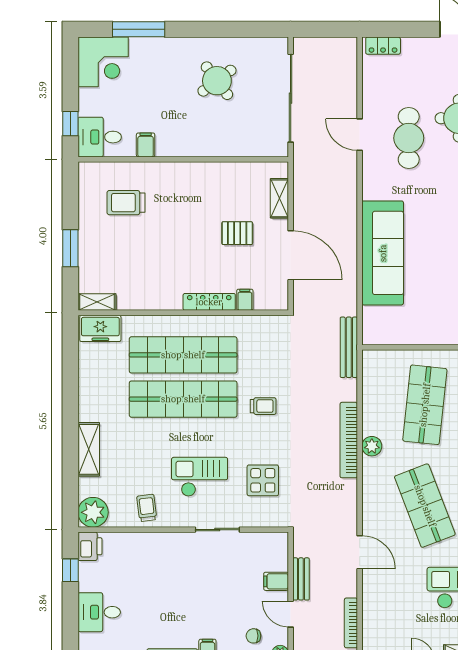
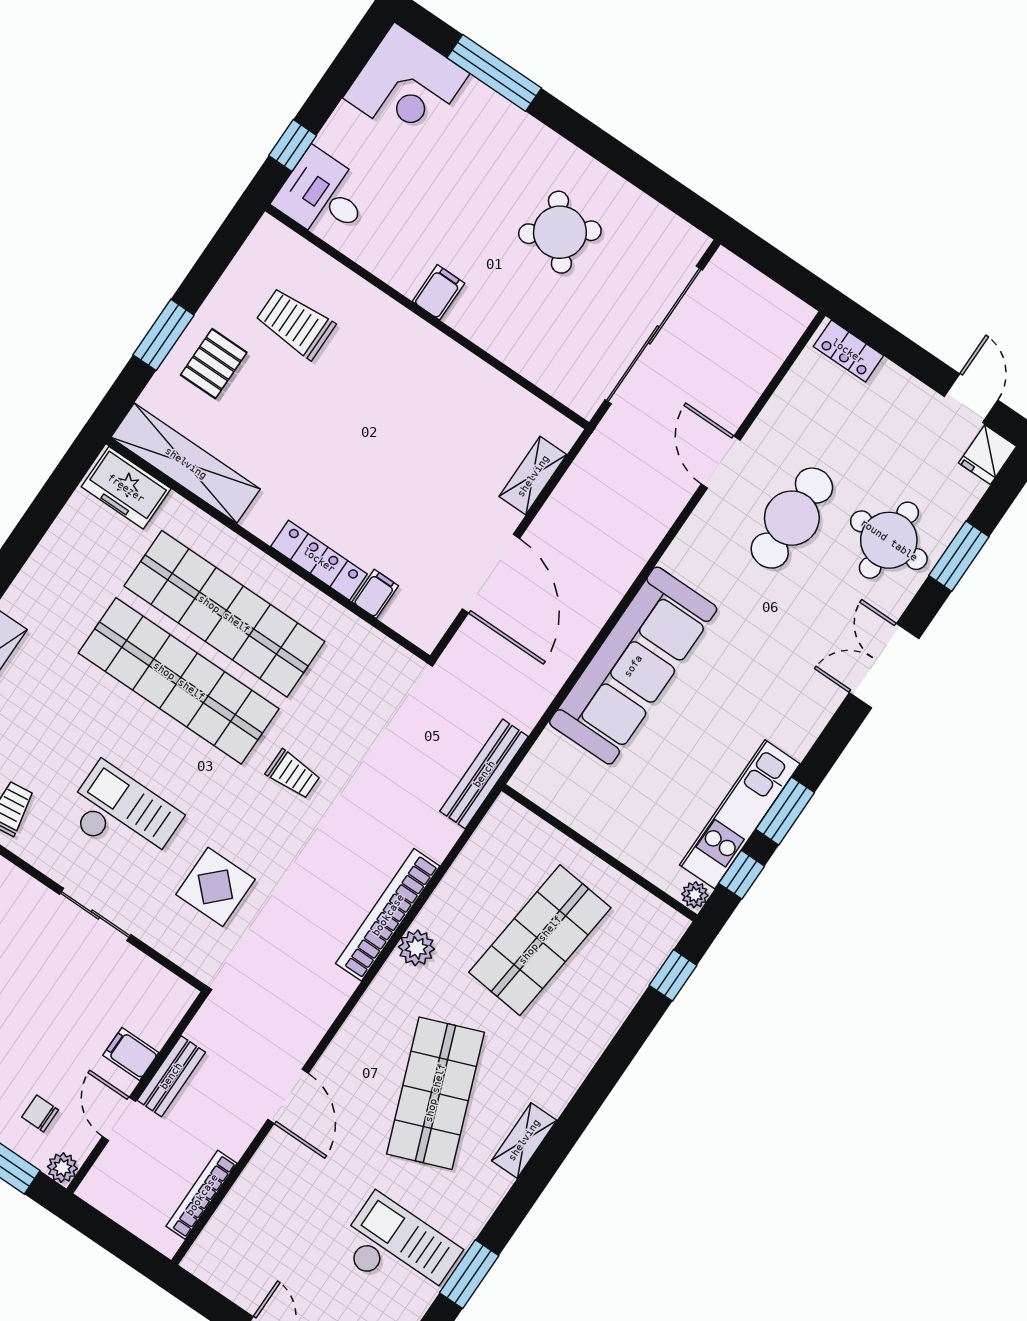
filing cabinet: (146, 145) -> (438, 292), moved
pallet: (237, 233) -> (214, 364), moved, turned 90
shelving: (97, 302) -> (186, 463), width x2.20, depth x1.33

